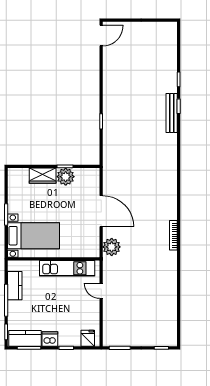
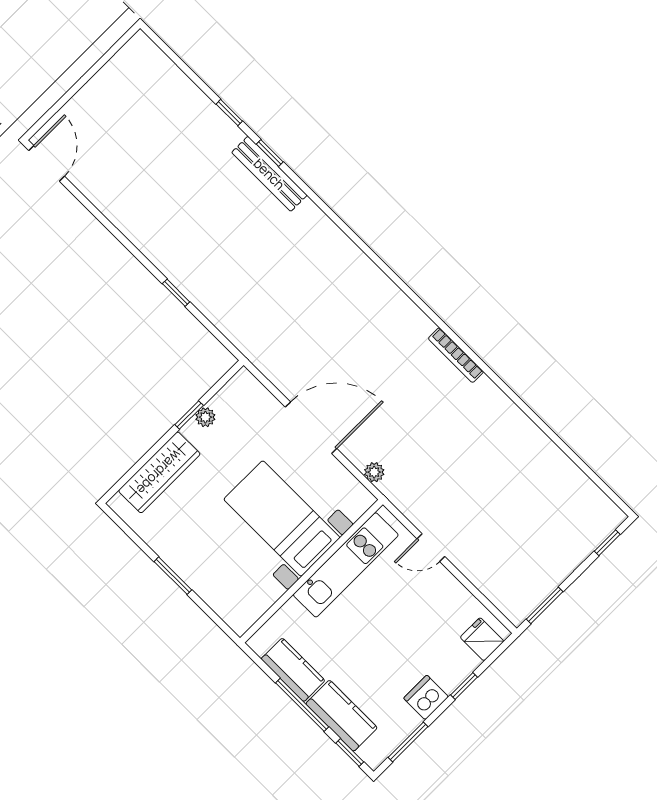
wardrobe: (43, 176) -> (159, 472), width x1.50
plant: (66, 177) -> (205, 417), width x0.53, depth x0.53
bed with nightstands: (33, 236) -> (282, 519), moved, turned -90
plant: (112, 247) -> (374, 472), width x0.53, depth x0.53
kitchen counter: (25, 338) -> (341, 716), moved, turned 90

